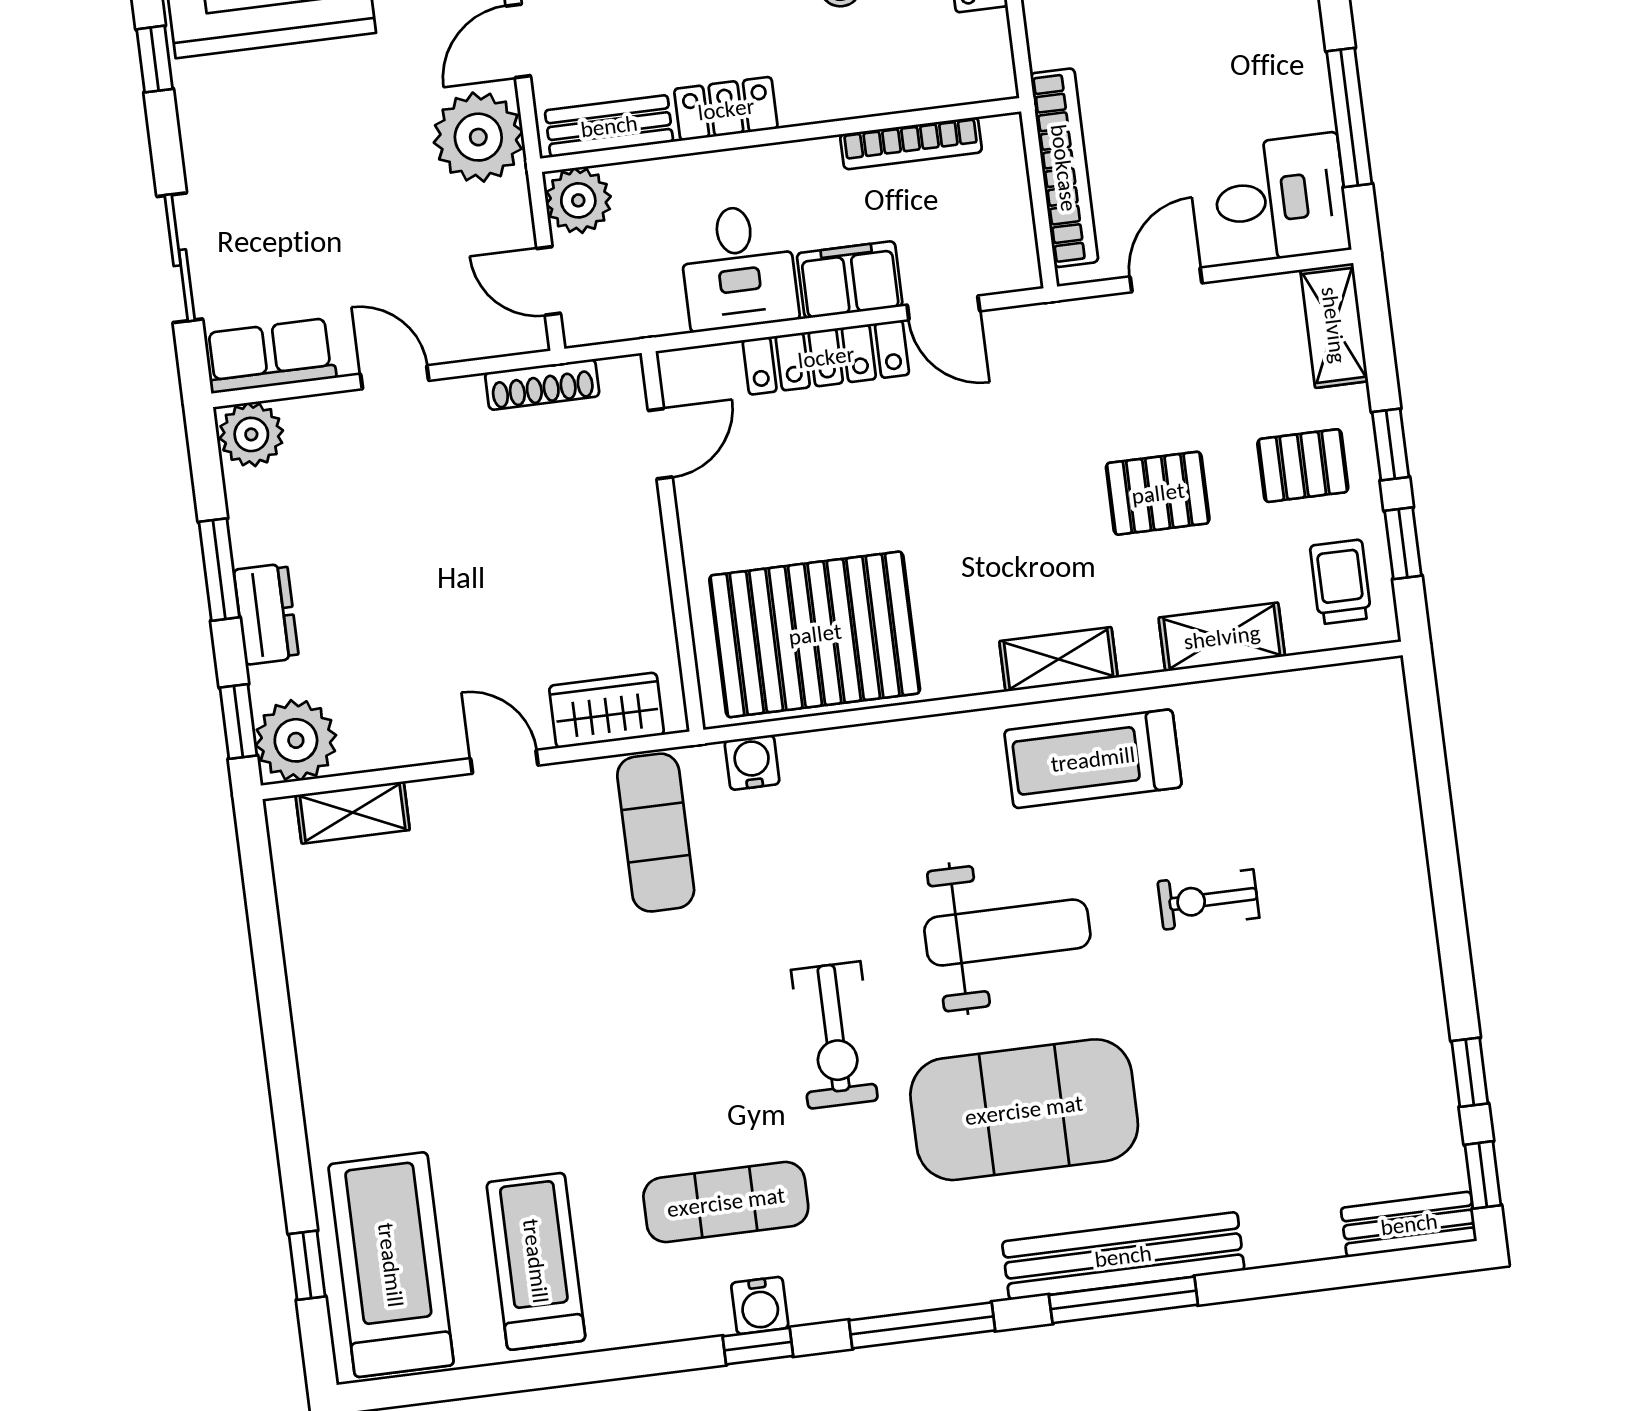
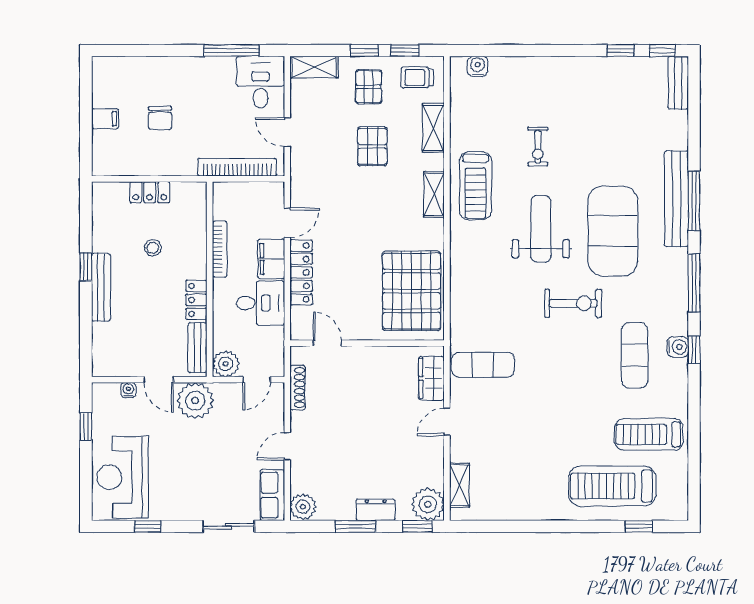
bookcase: (911, 143) -> (220, 249), moved
water cooler: (752, 762) -> (478, 66), moved, turned 90
treadmill: (391, 1265) -> (612, 486), moved

